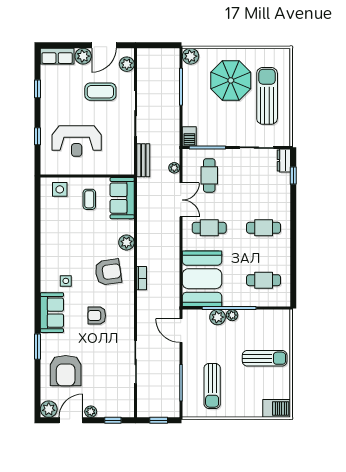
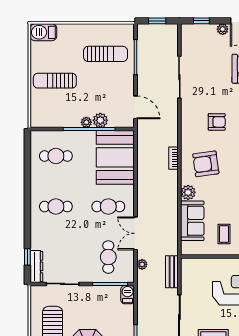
dresser: (284, 161) -> (36, 266), width x1.44
sofa: (122, 198) -> (192, 221), moved
sun lounger: (212, 386) -> (106, 54), turned 90

